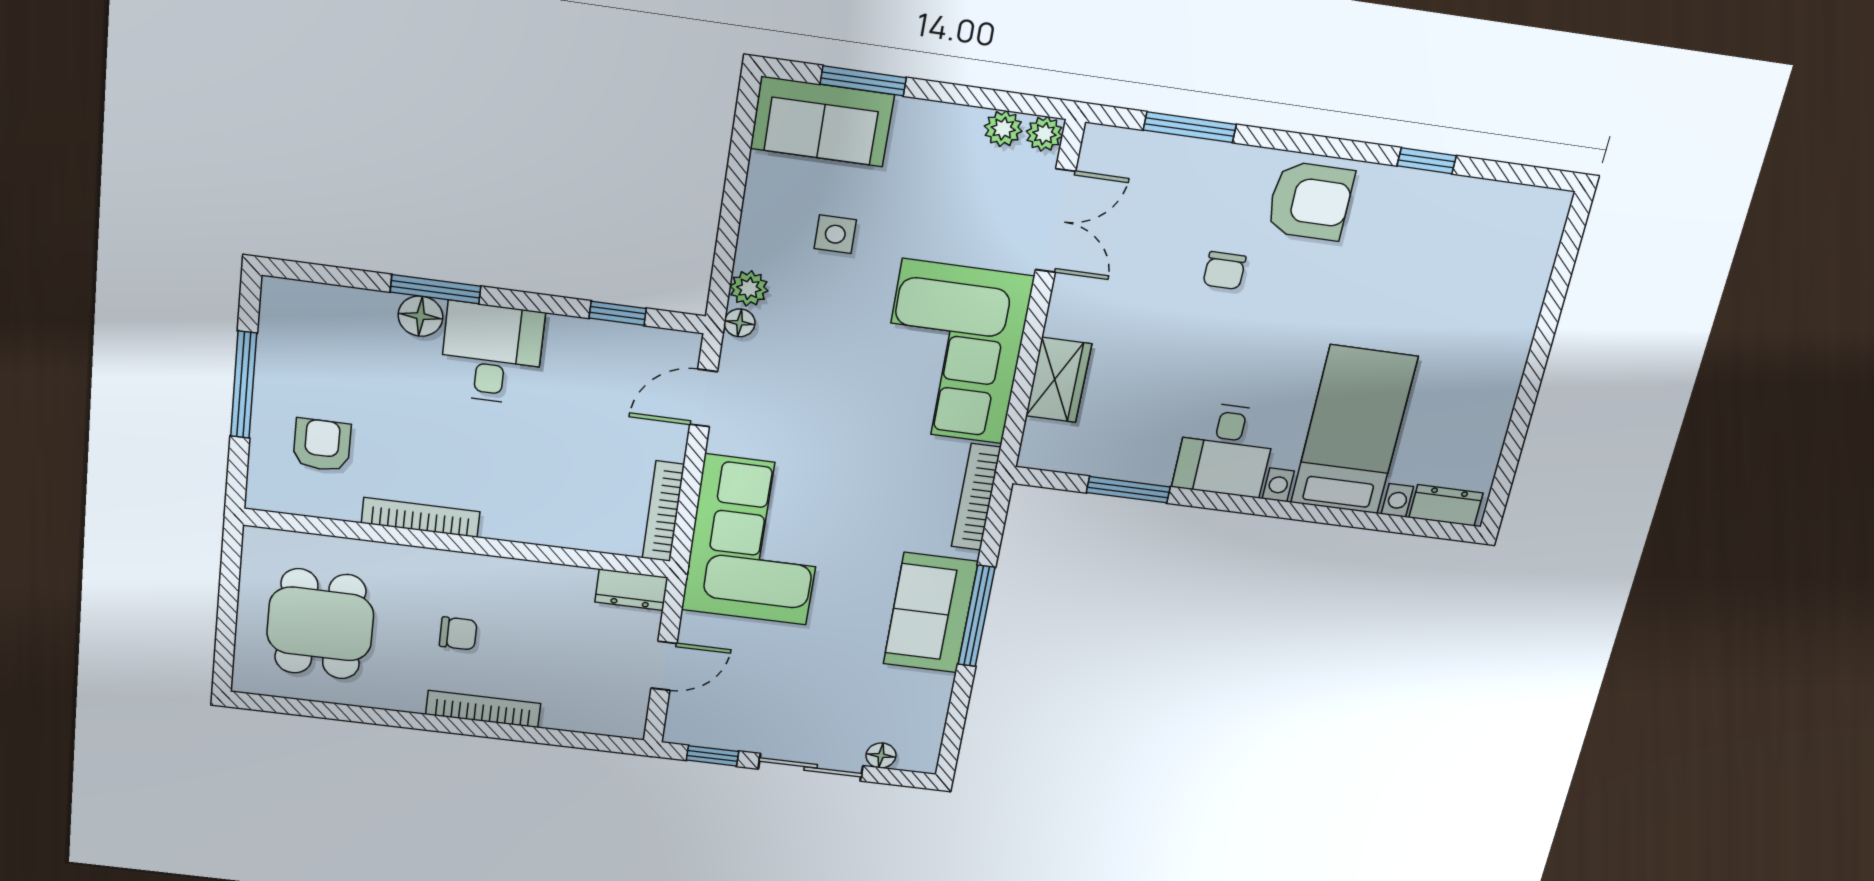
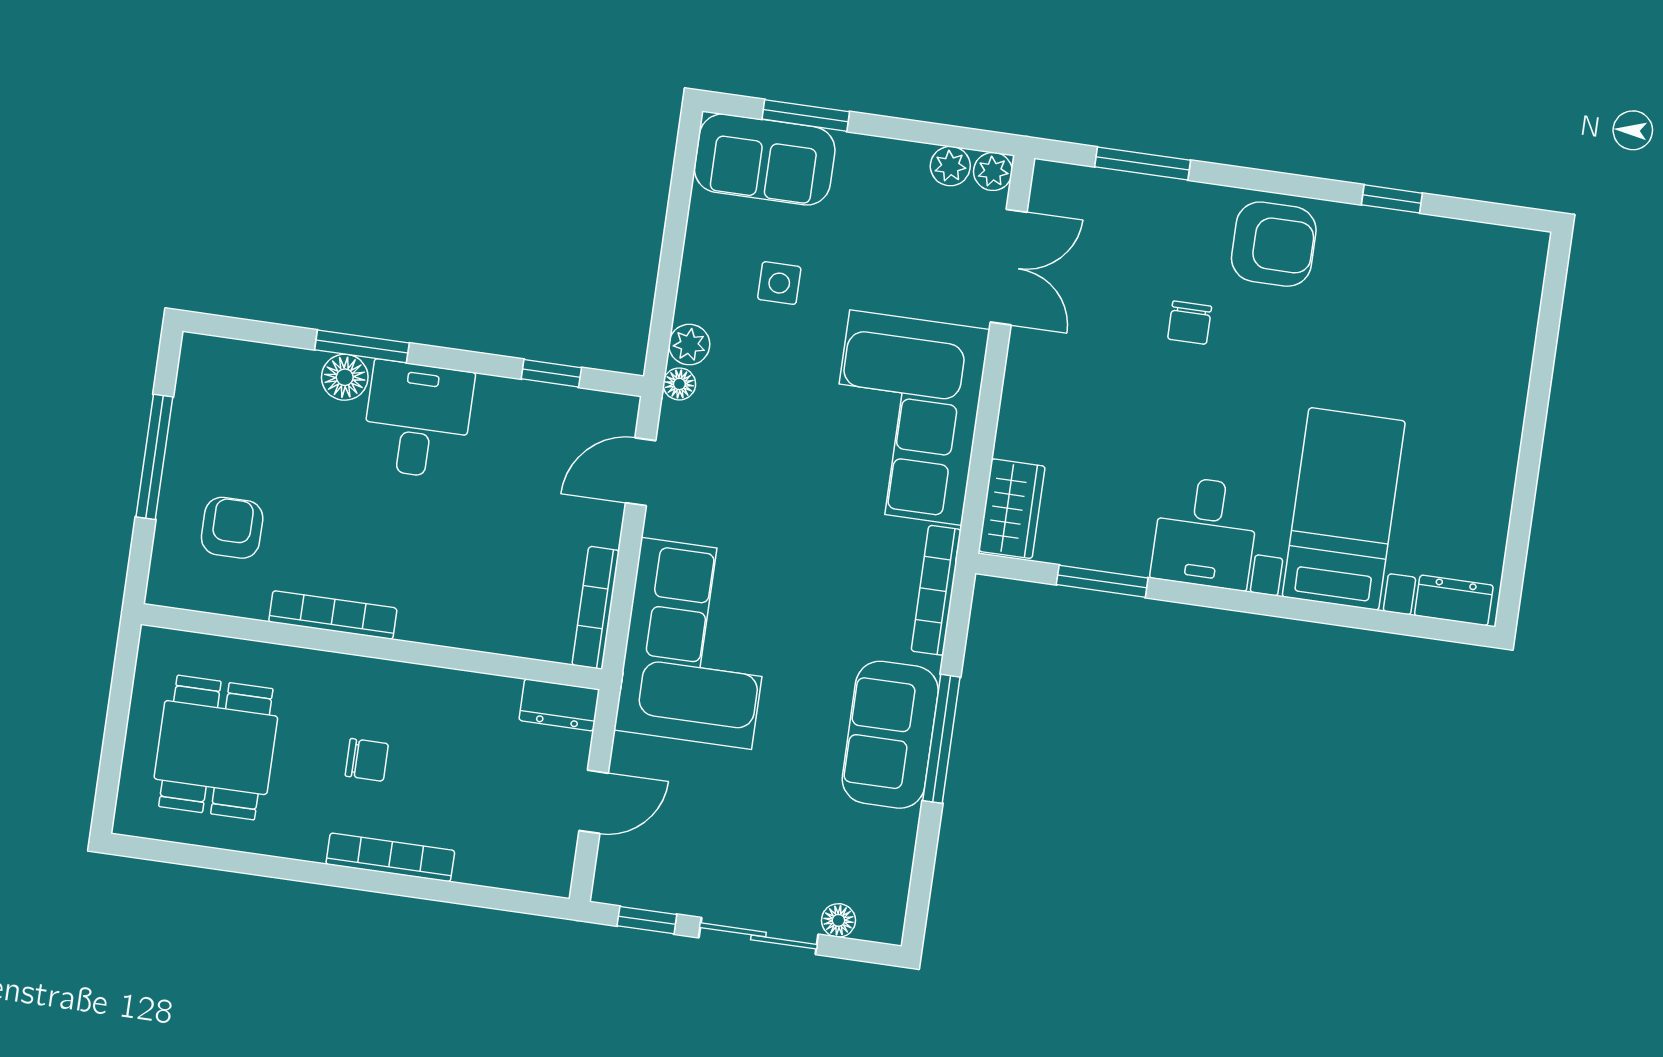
wardrobe: (1059, 380) -> (1012, 509), moved

